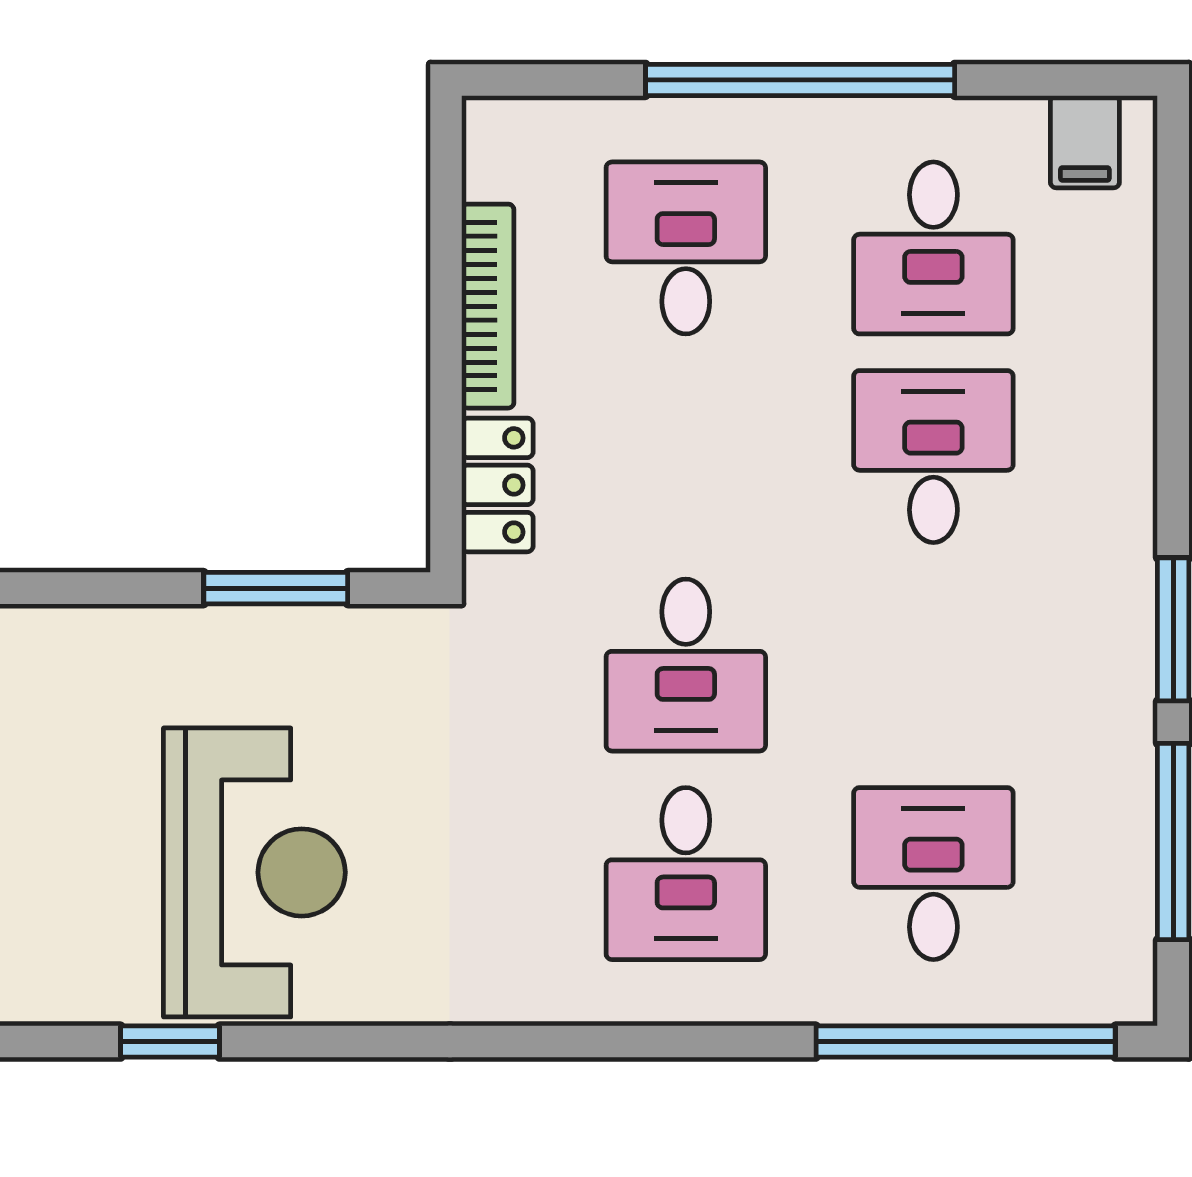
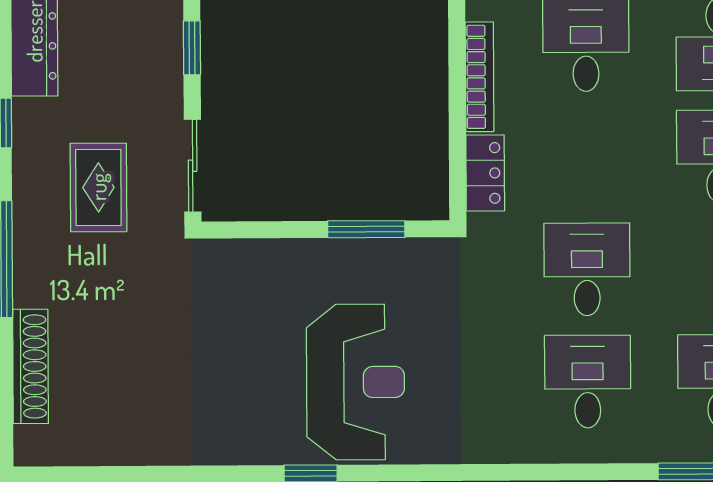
desk: (686, 665) -> (587, 269), turned 180
desk: (686, 874) -> (588, 382), turned 180

